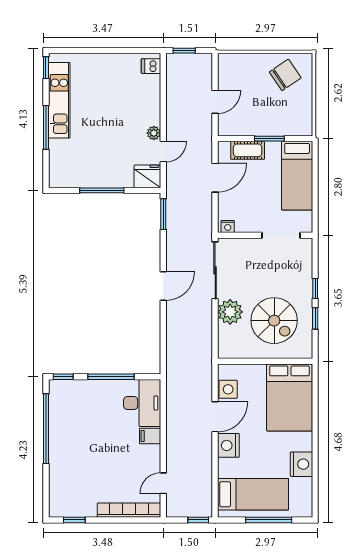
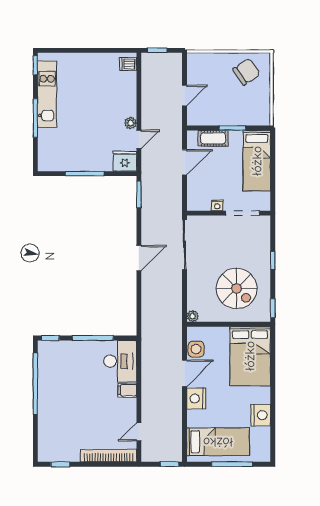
nightstand: (228, 226) -> (217, 205), moved
plant: (230, 312) -> (193, 316), moved, width x0.53, depth x0.53
window: (315, 318) -> (273, 308), moved

